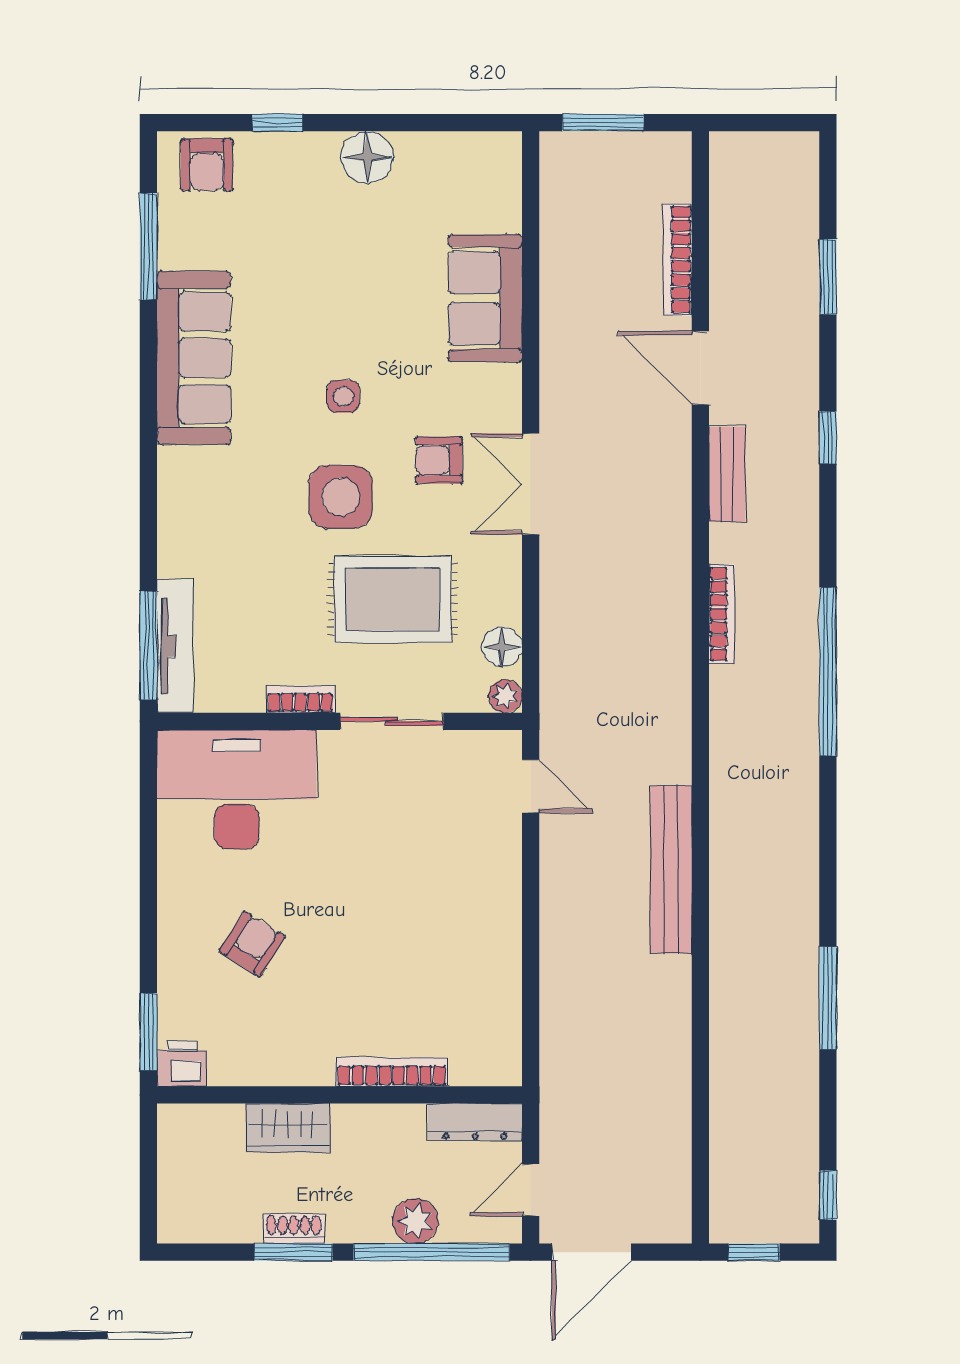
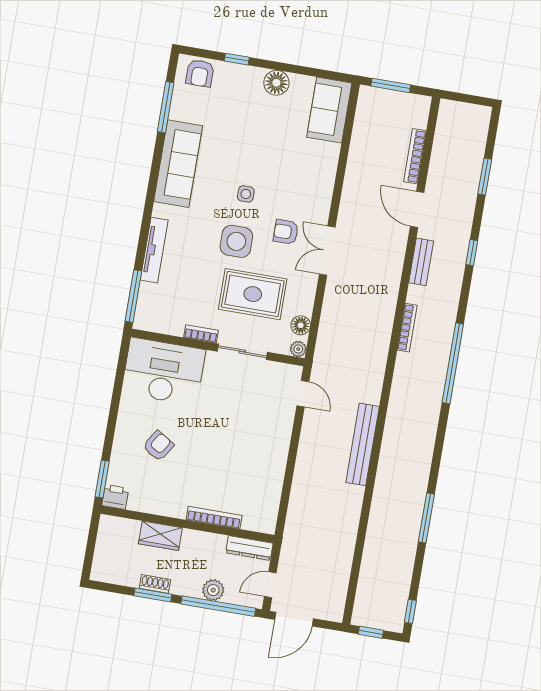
sofa: (485, 298) -> (329, 110), moved
tv unit: (175, 646) -> (154, 250), moved

